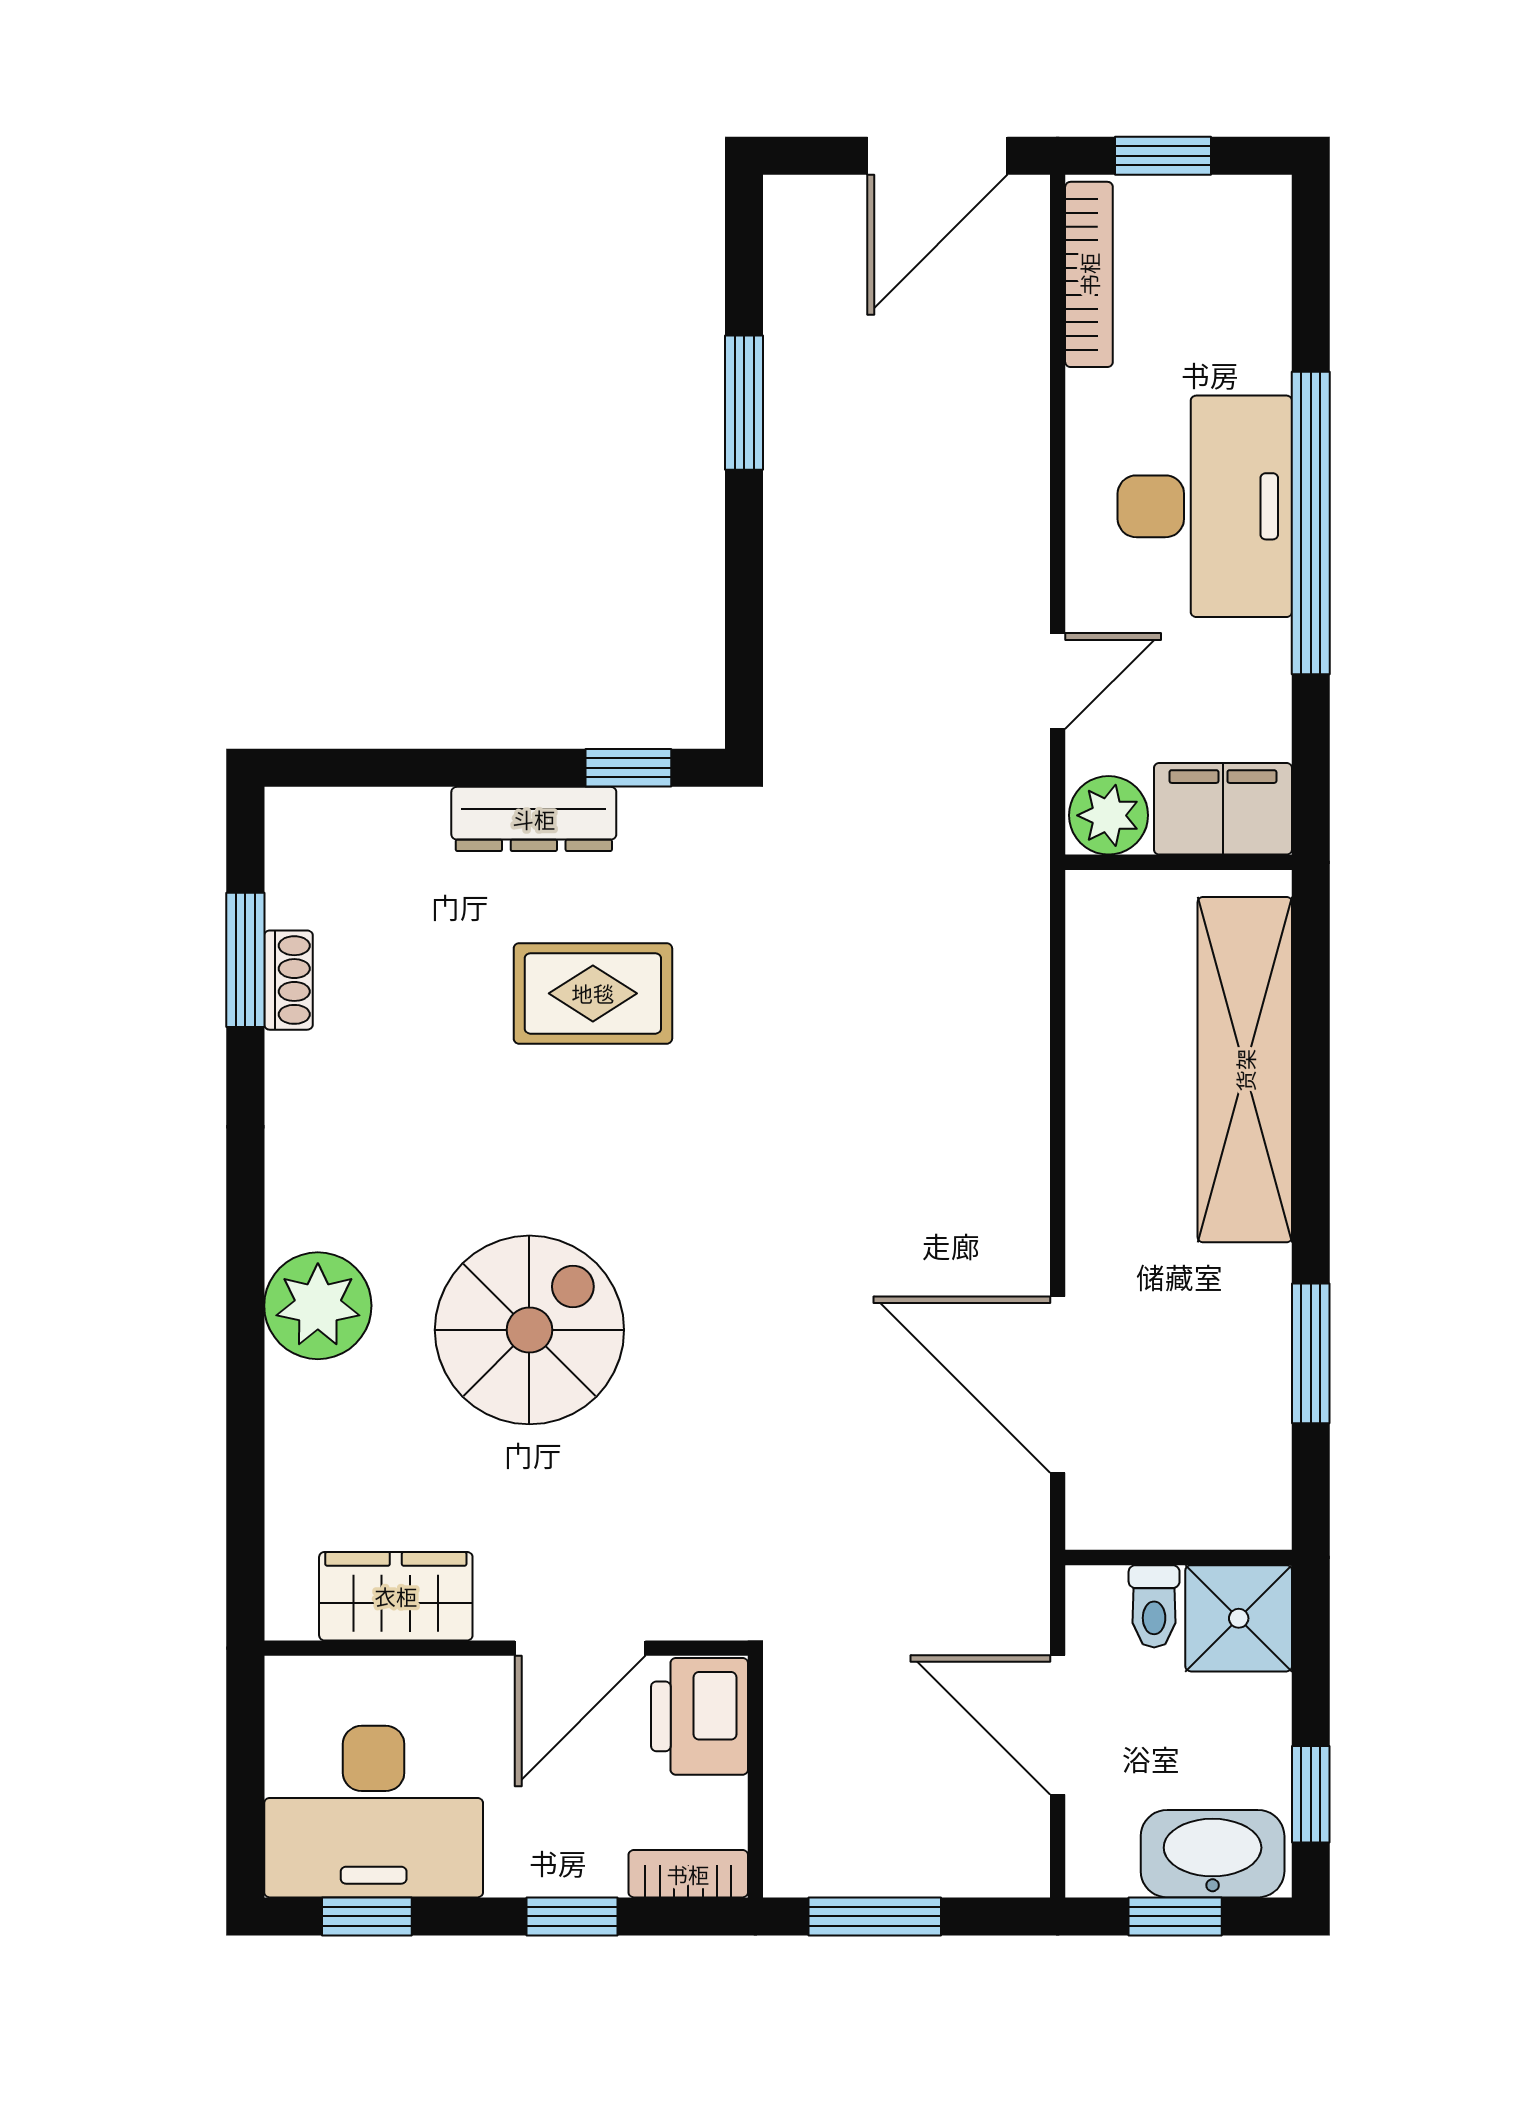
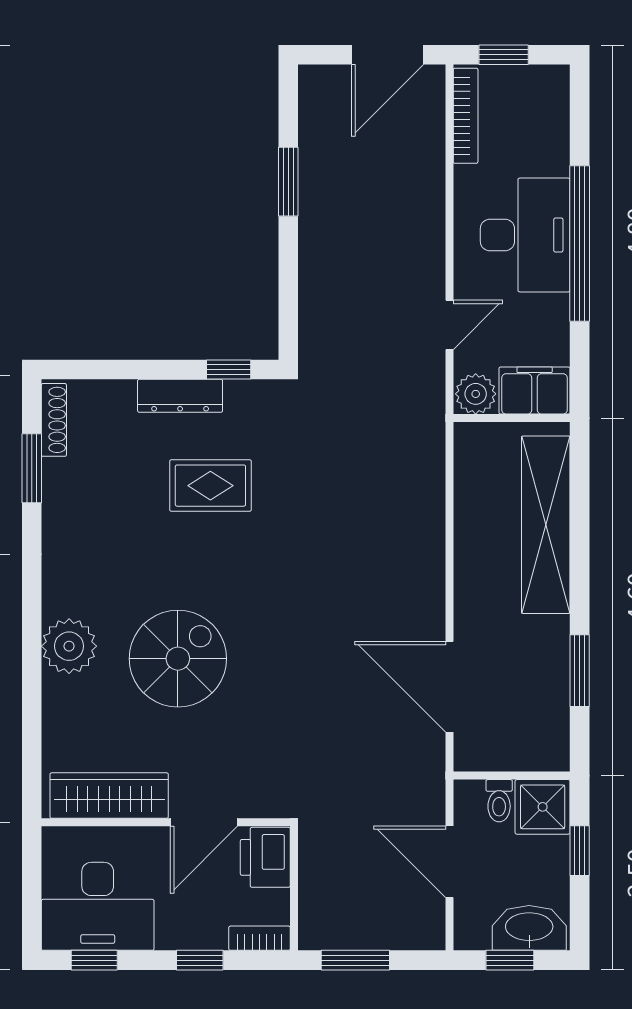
shoe rack: (288, 980) -> (54, 420), moved, width x1.43
wardrobe: (396, 1596) -> (109, 796), width x1.50
window: (1311, 1794) -> (580, 851), moved

